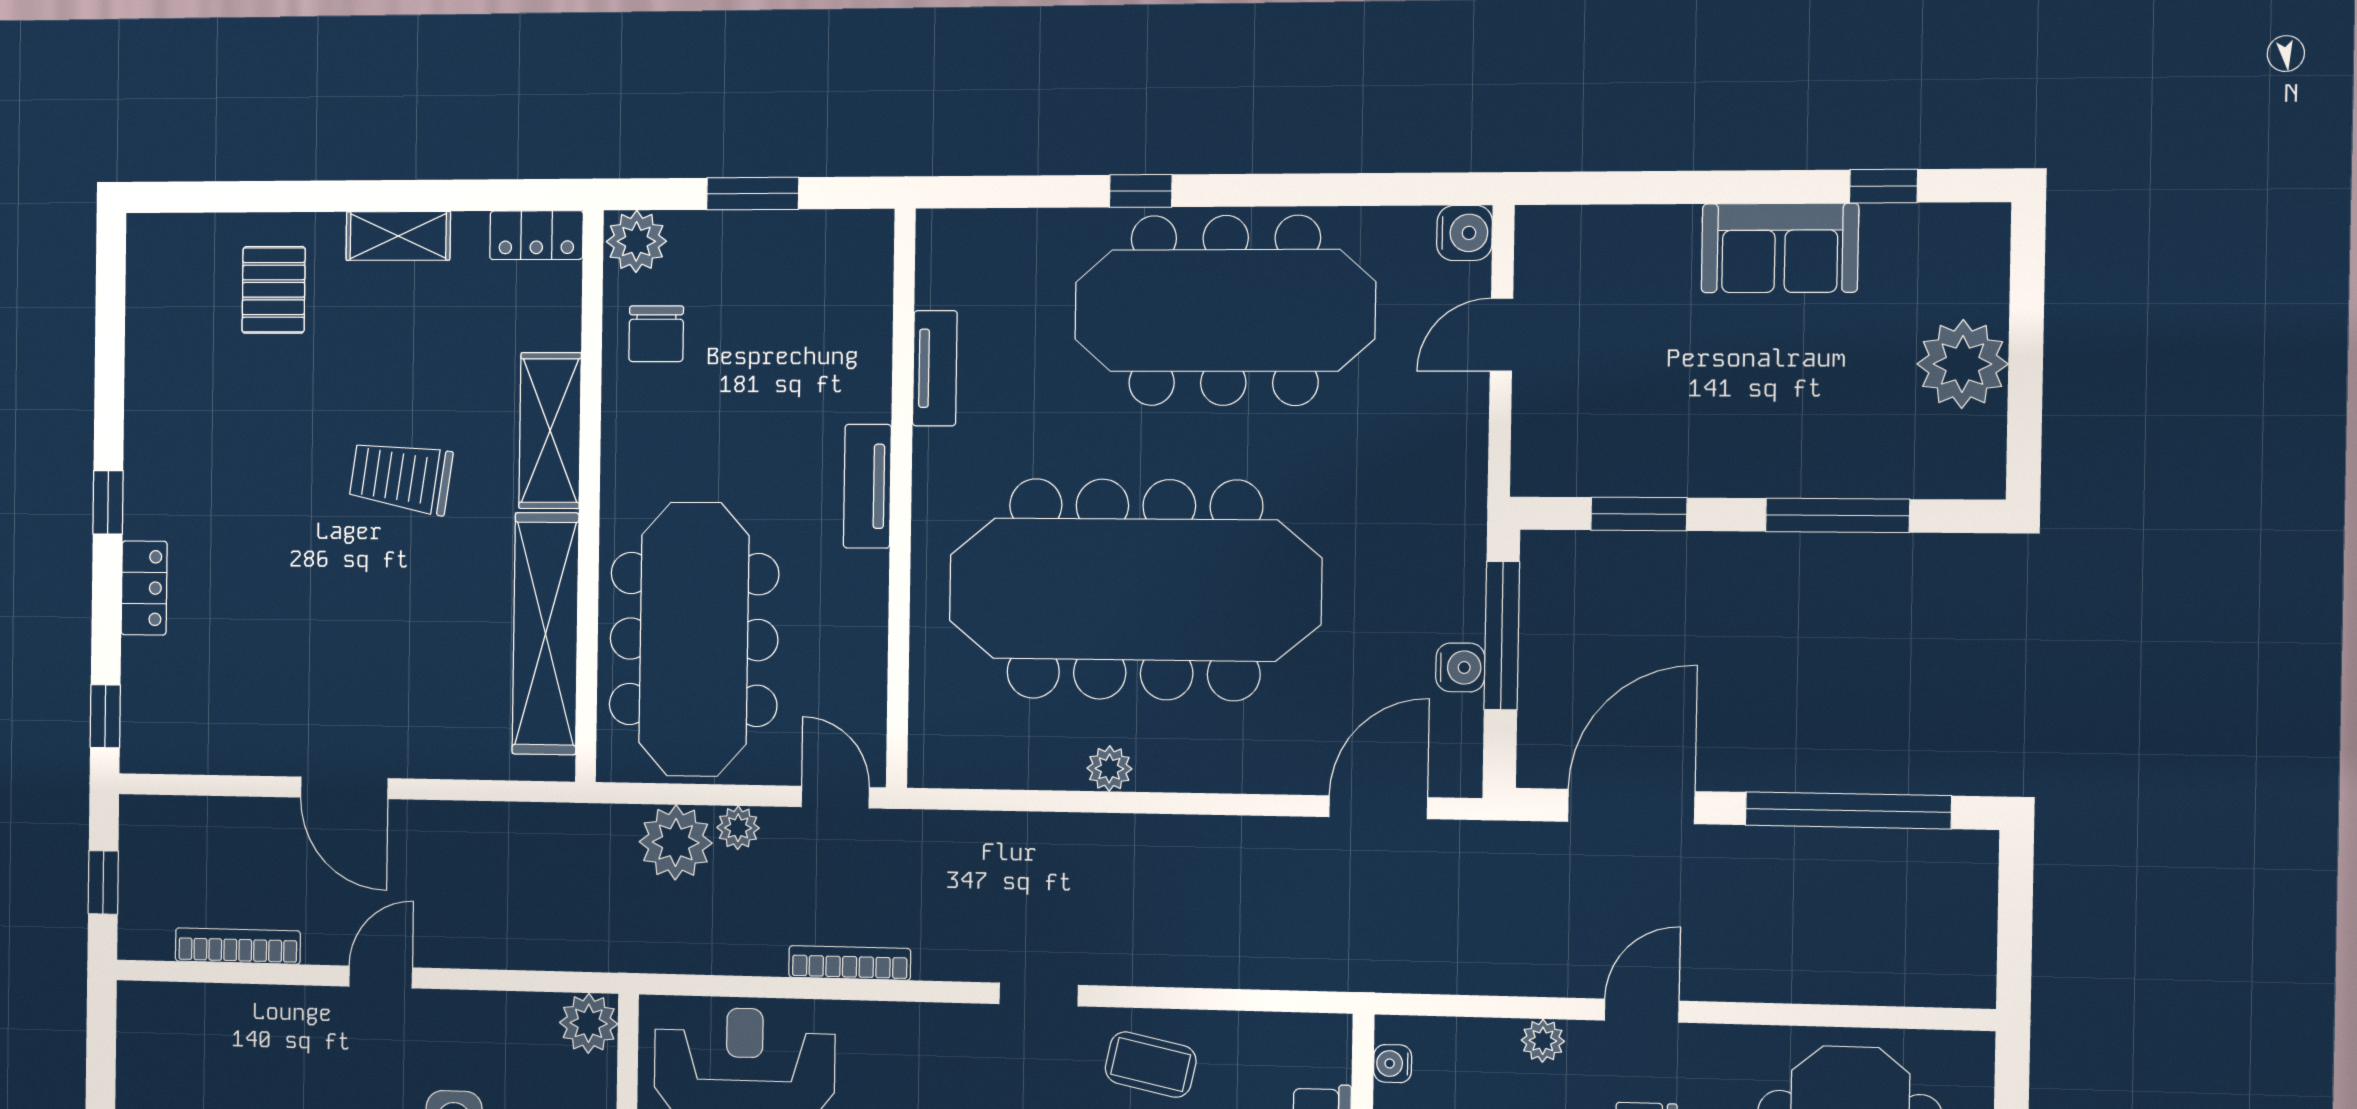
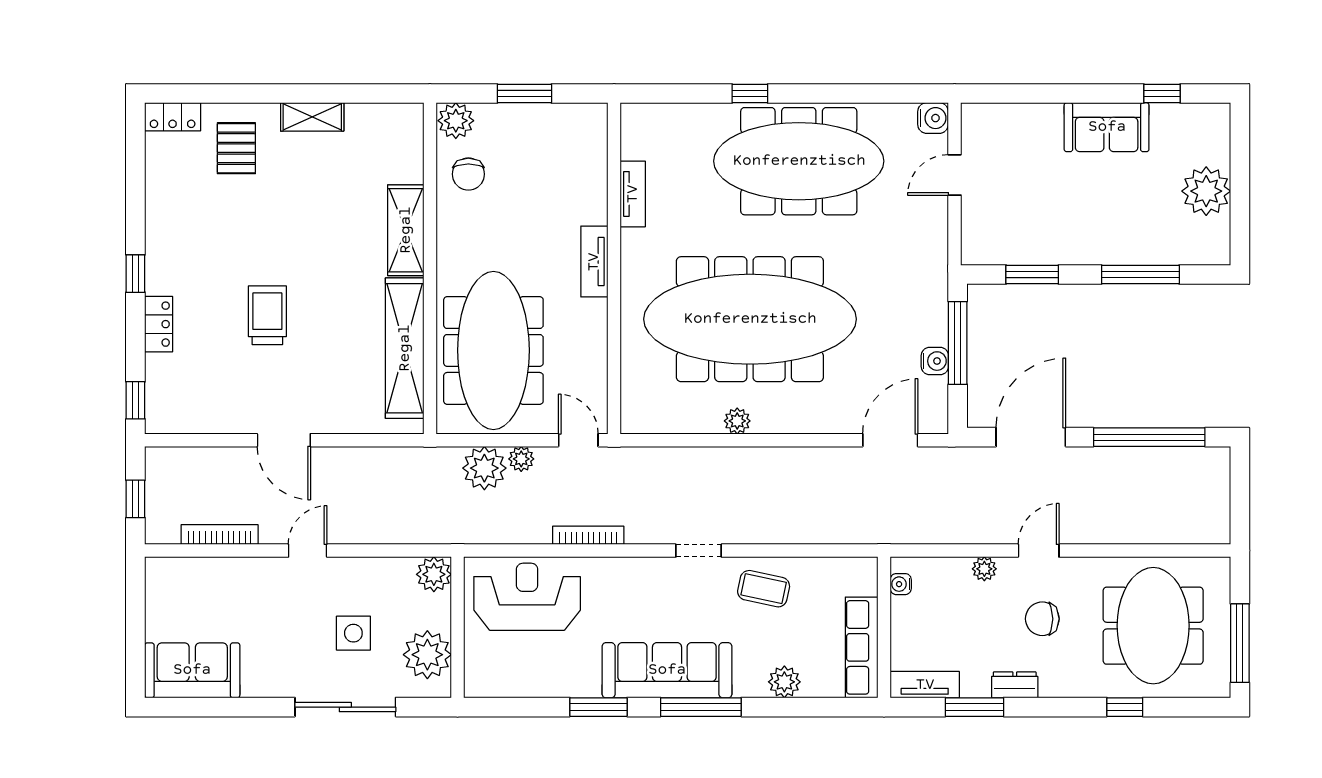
locker: (536, 235) -> (173, 117), moved
trolley: (401, 477) -> (267, 315), moved, turned 82

